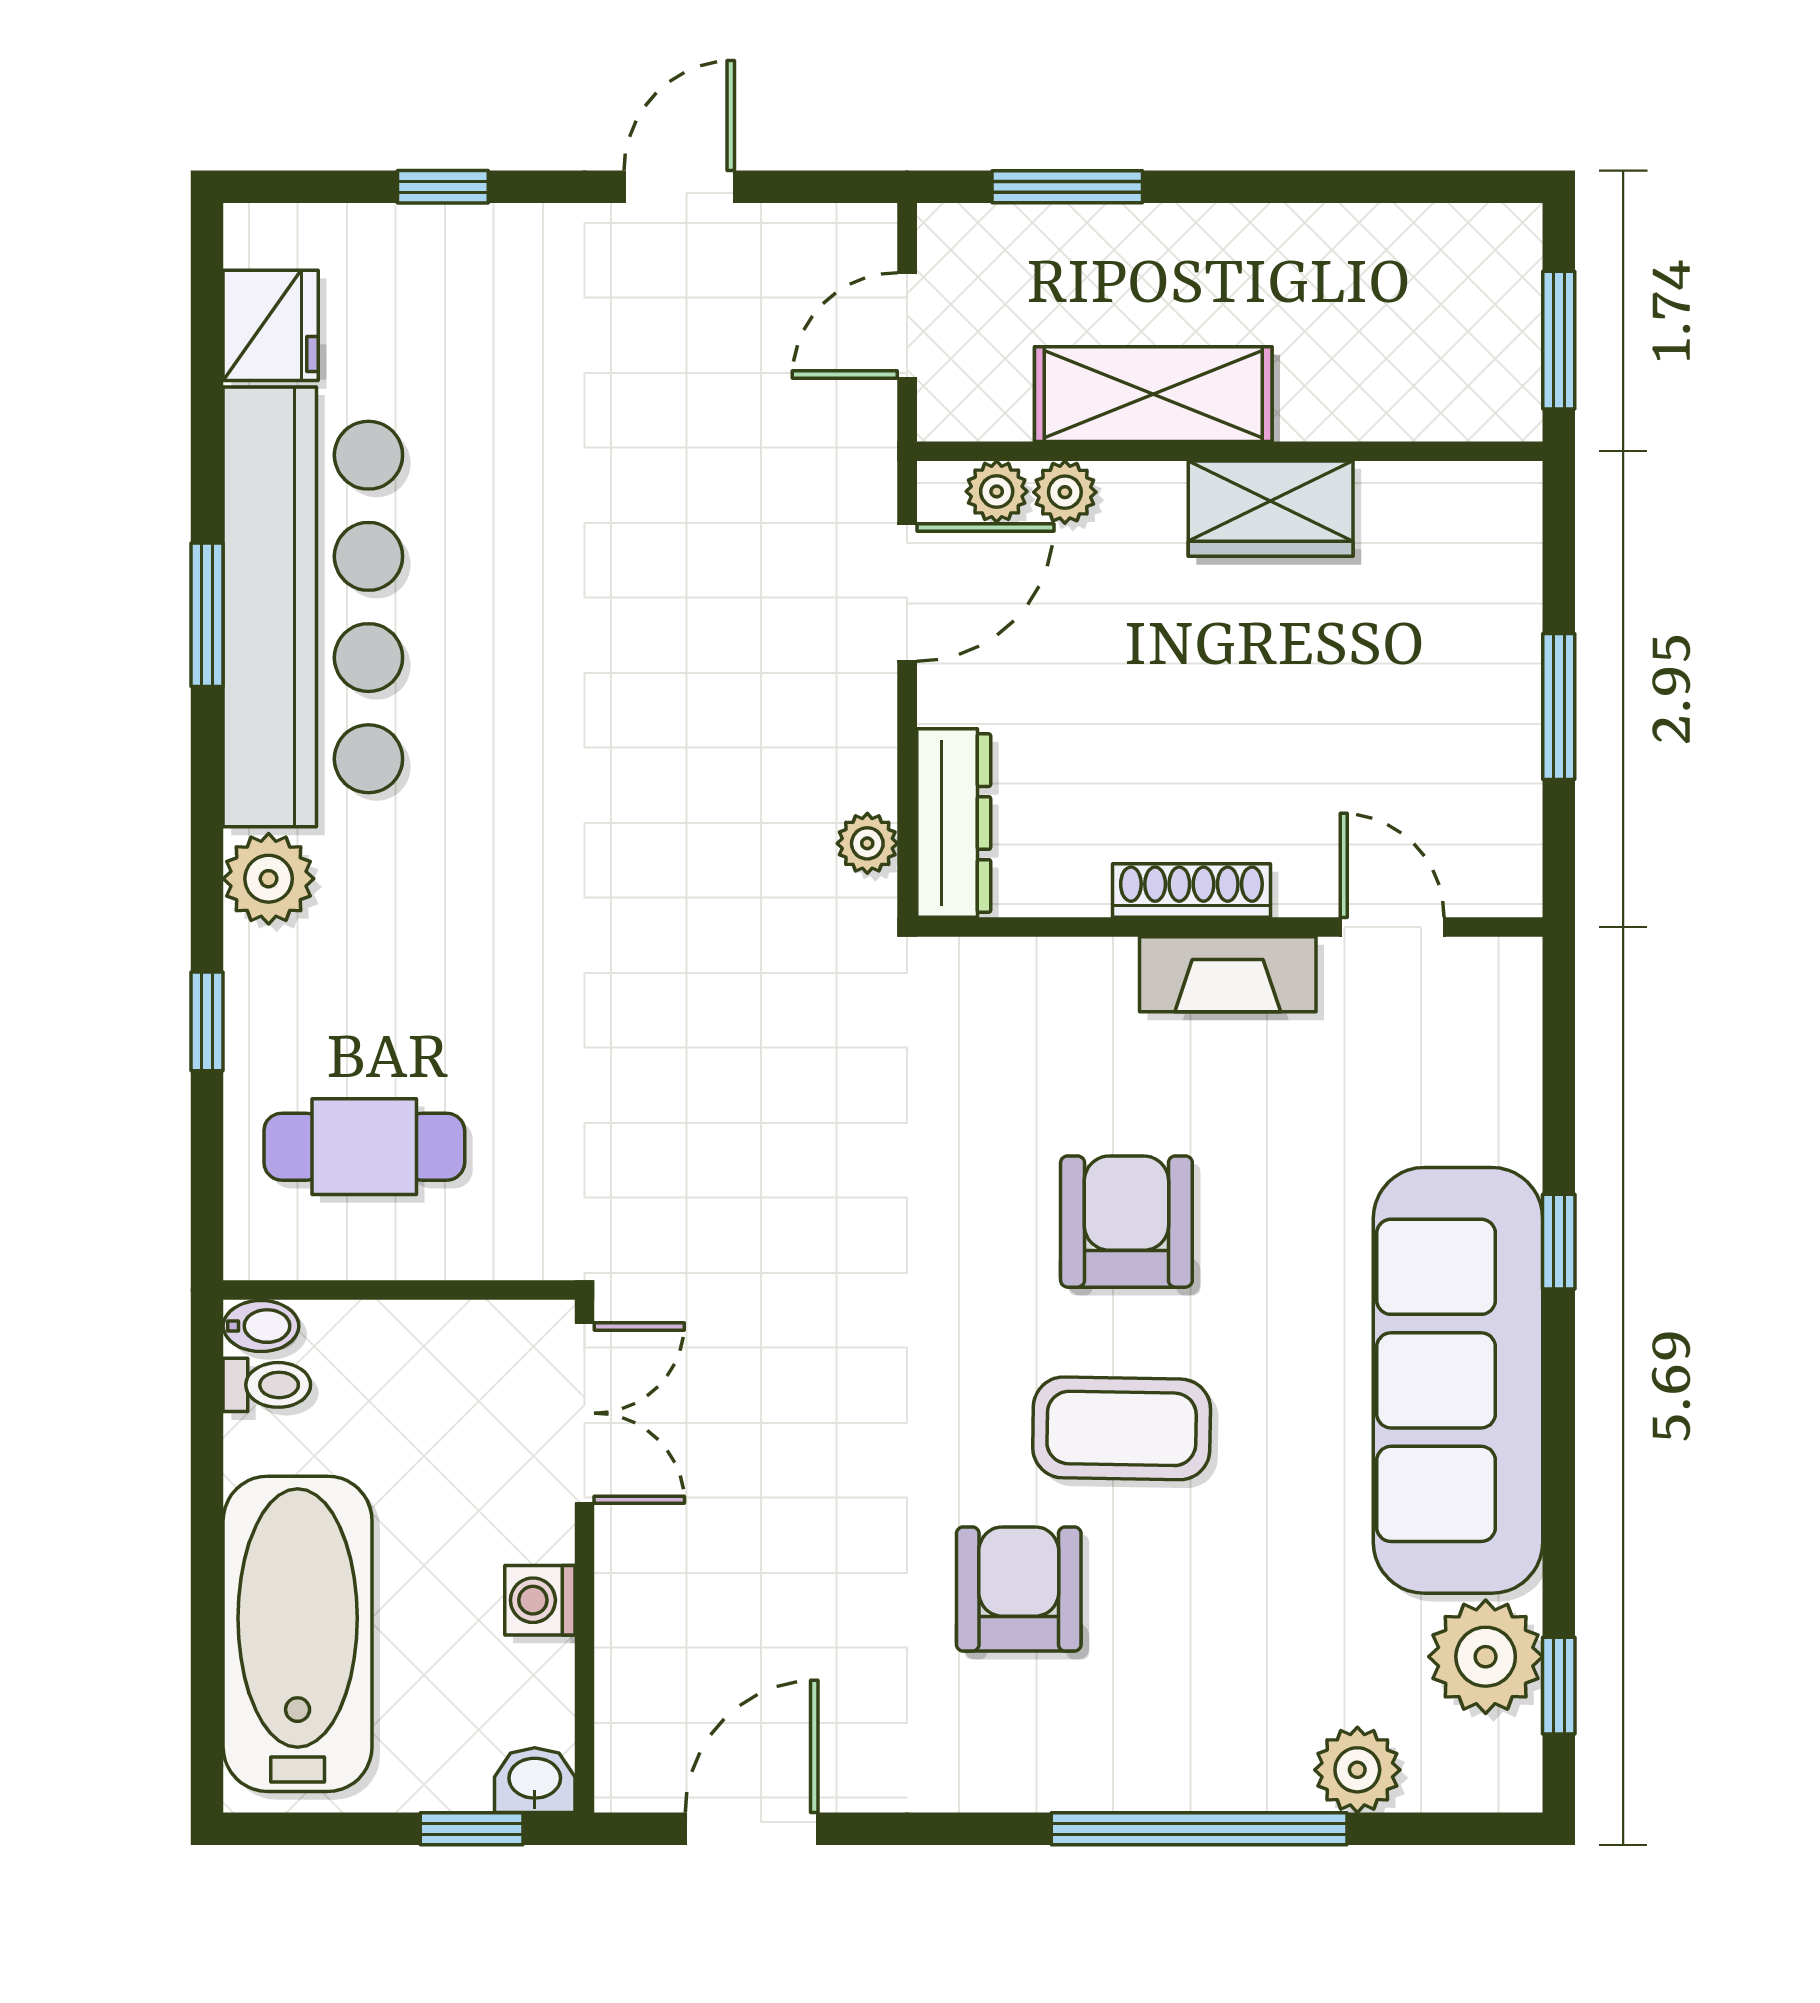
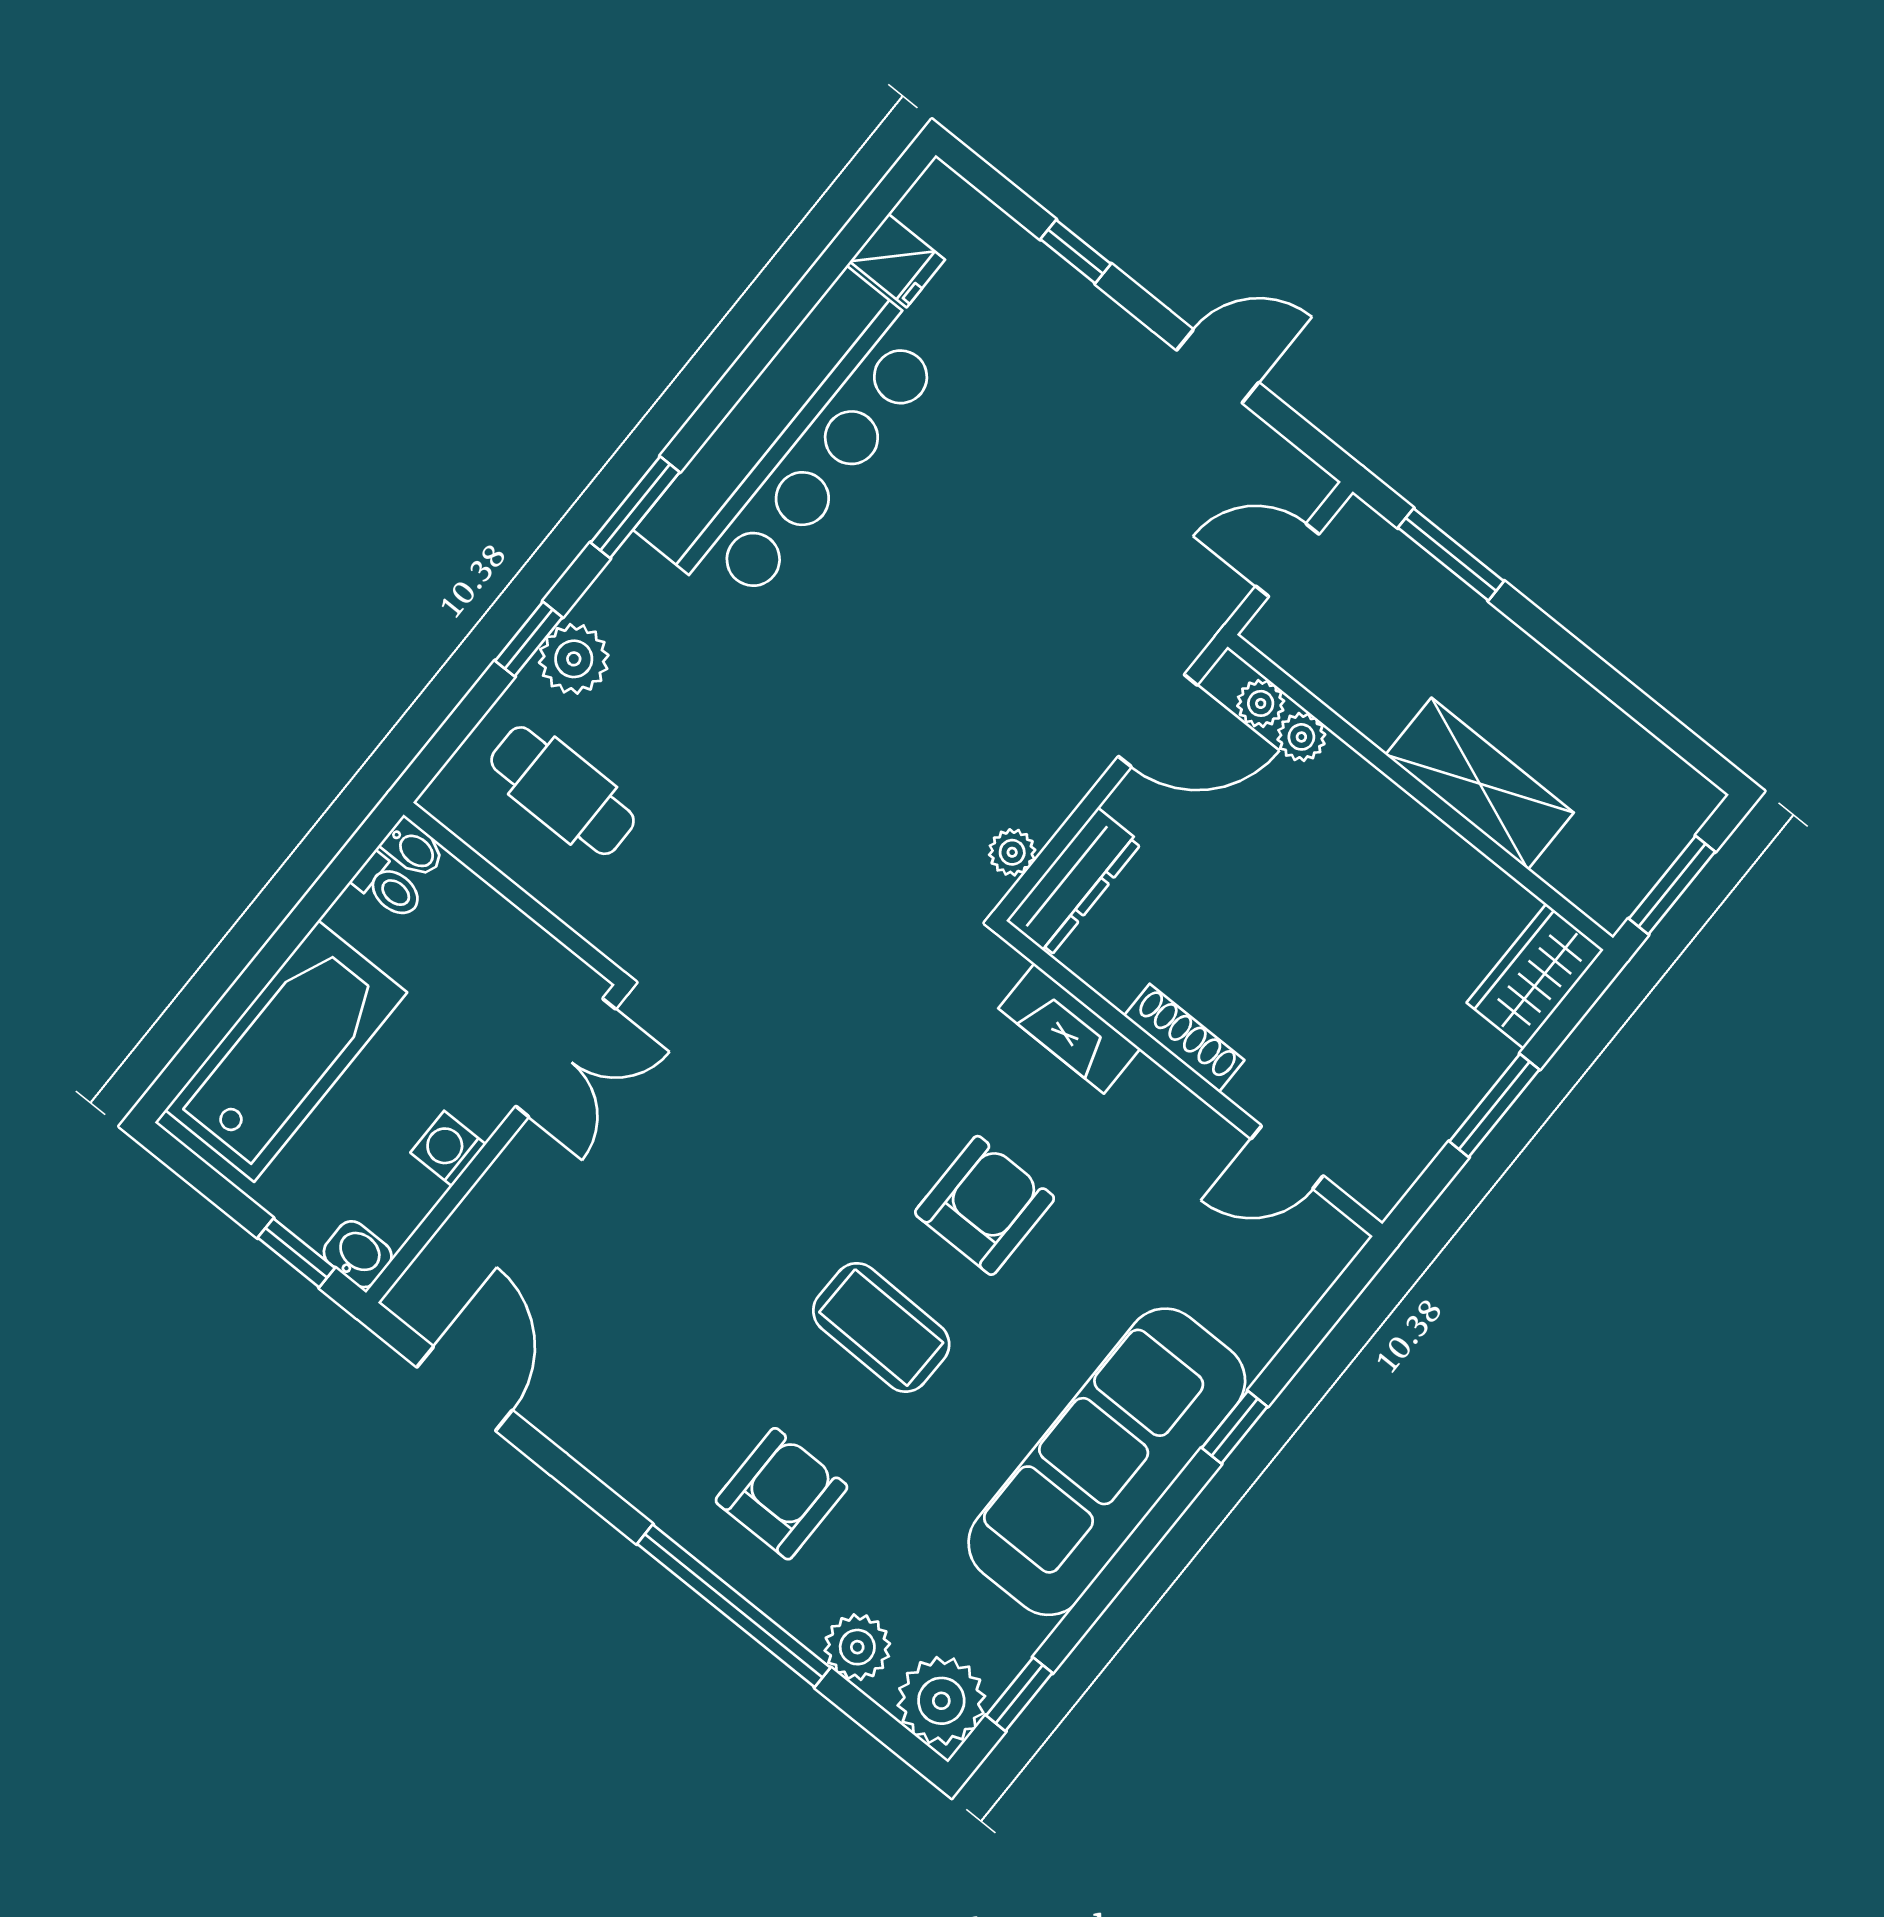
fridge: (271, 325) -> (897, 261), width x0.72
shelving: (1153, 394) -> (1480, 784), moved
wardrobe: (1271, 509) -> (1535, 976), moved, turned 90
window: (207, 615) -> (635, 507), moved
plant: (269, 879) -> (574, 659), moved
door: (1392, 927) -> (1287, 1157), swing flipped
fireplace: (1228, 974) -> (1069, 1028), moved
armchair: (1019, 1589) -> (781, 1494), moved
plant: (1486, 1657) -> (941, 1701), moved
door: (752, 1829) -> (465, 1389), hinge flipped

